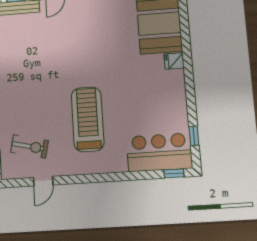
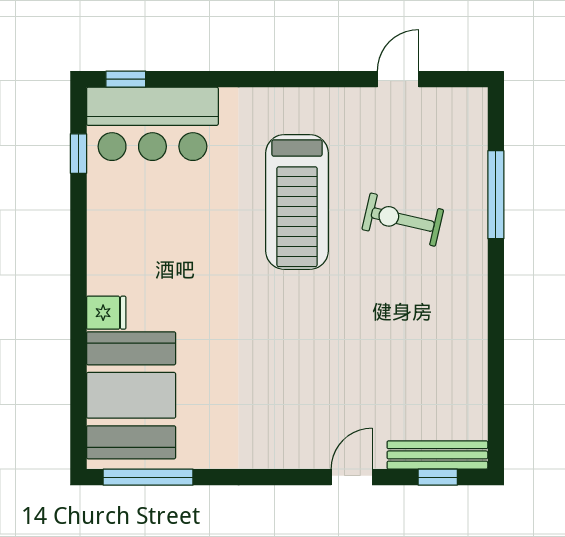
exercise bike: (29, 146) -> (403, 220), moved

